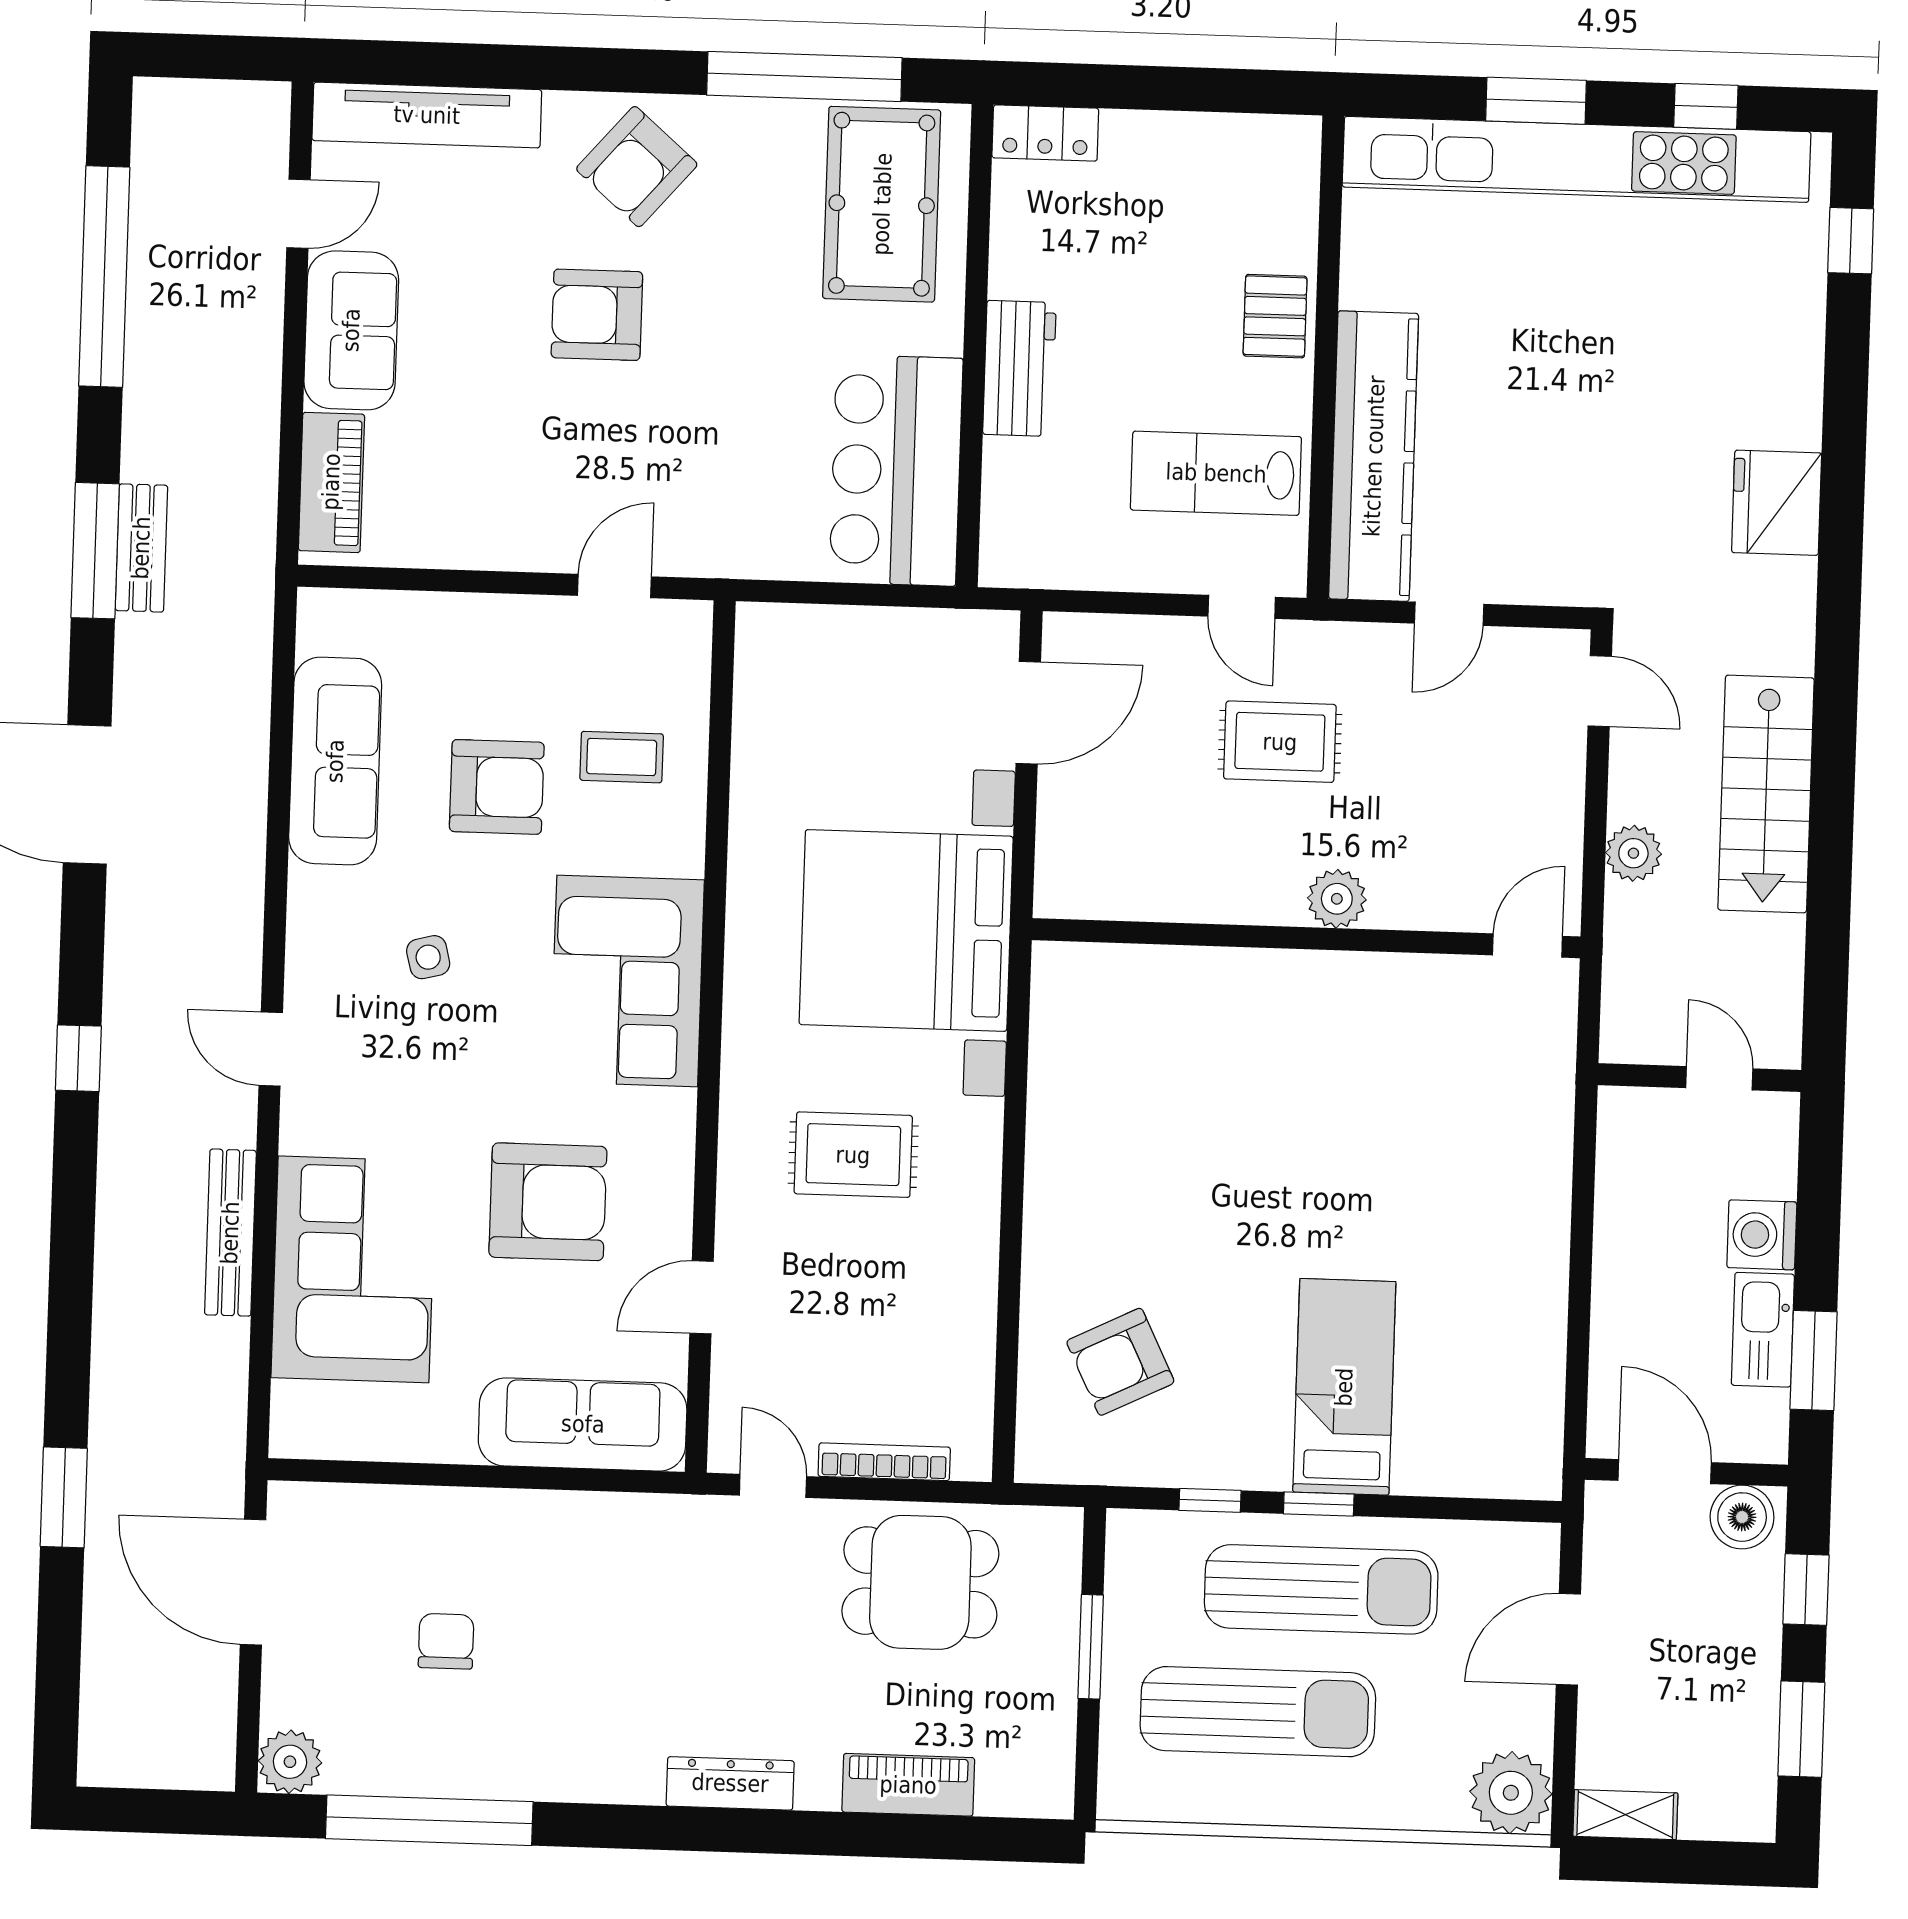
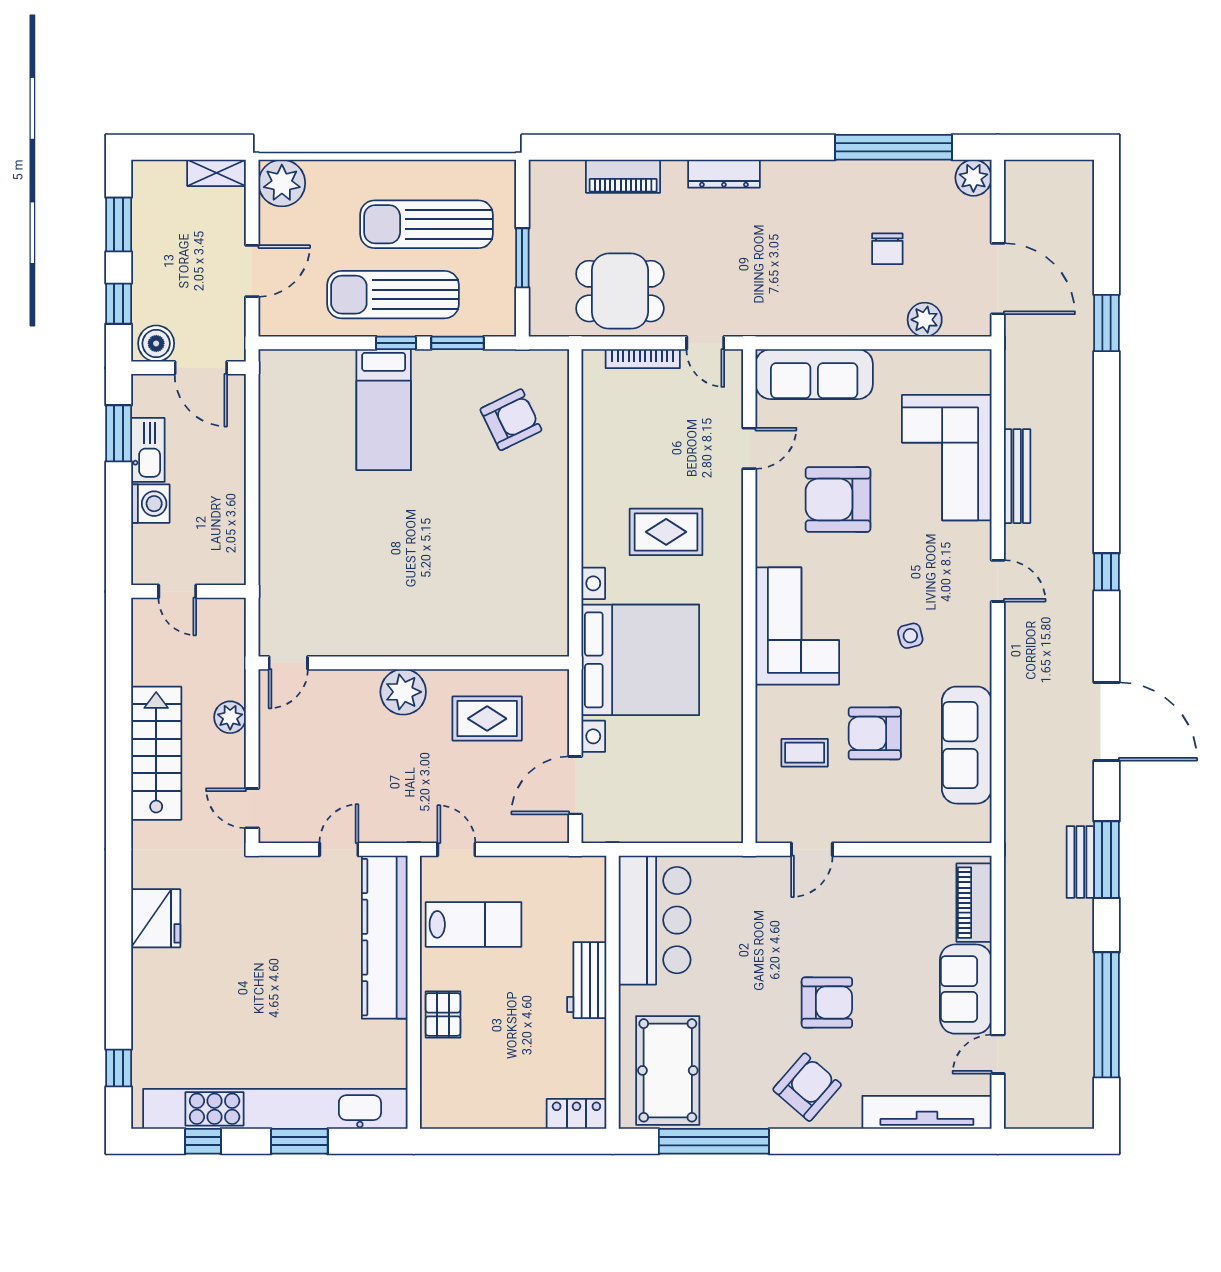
rug: (1280, 742) -> (487, 719), moved
plant: (1337, 899) -> (403, 692), width x1.36, depth x1.36
window: (1210, 1500) -> (458, 343), width x1.50
plant: (384, 1514) -> (925, 320), added

